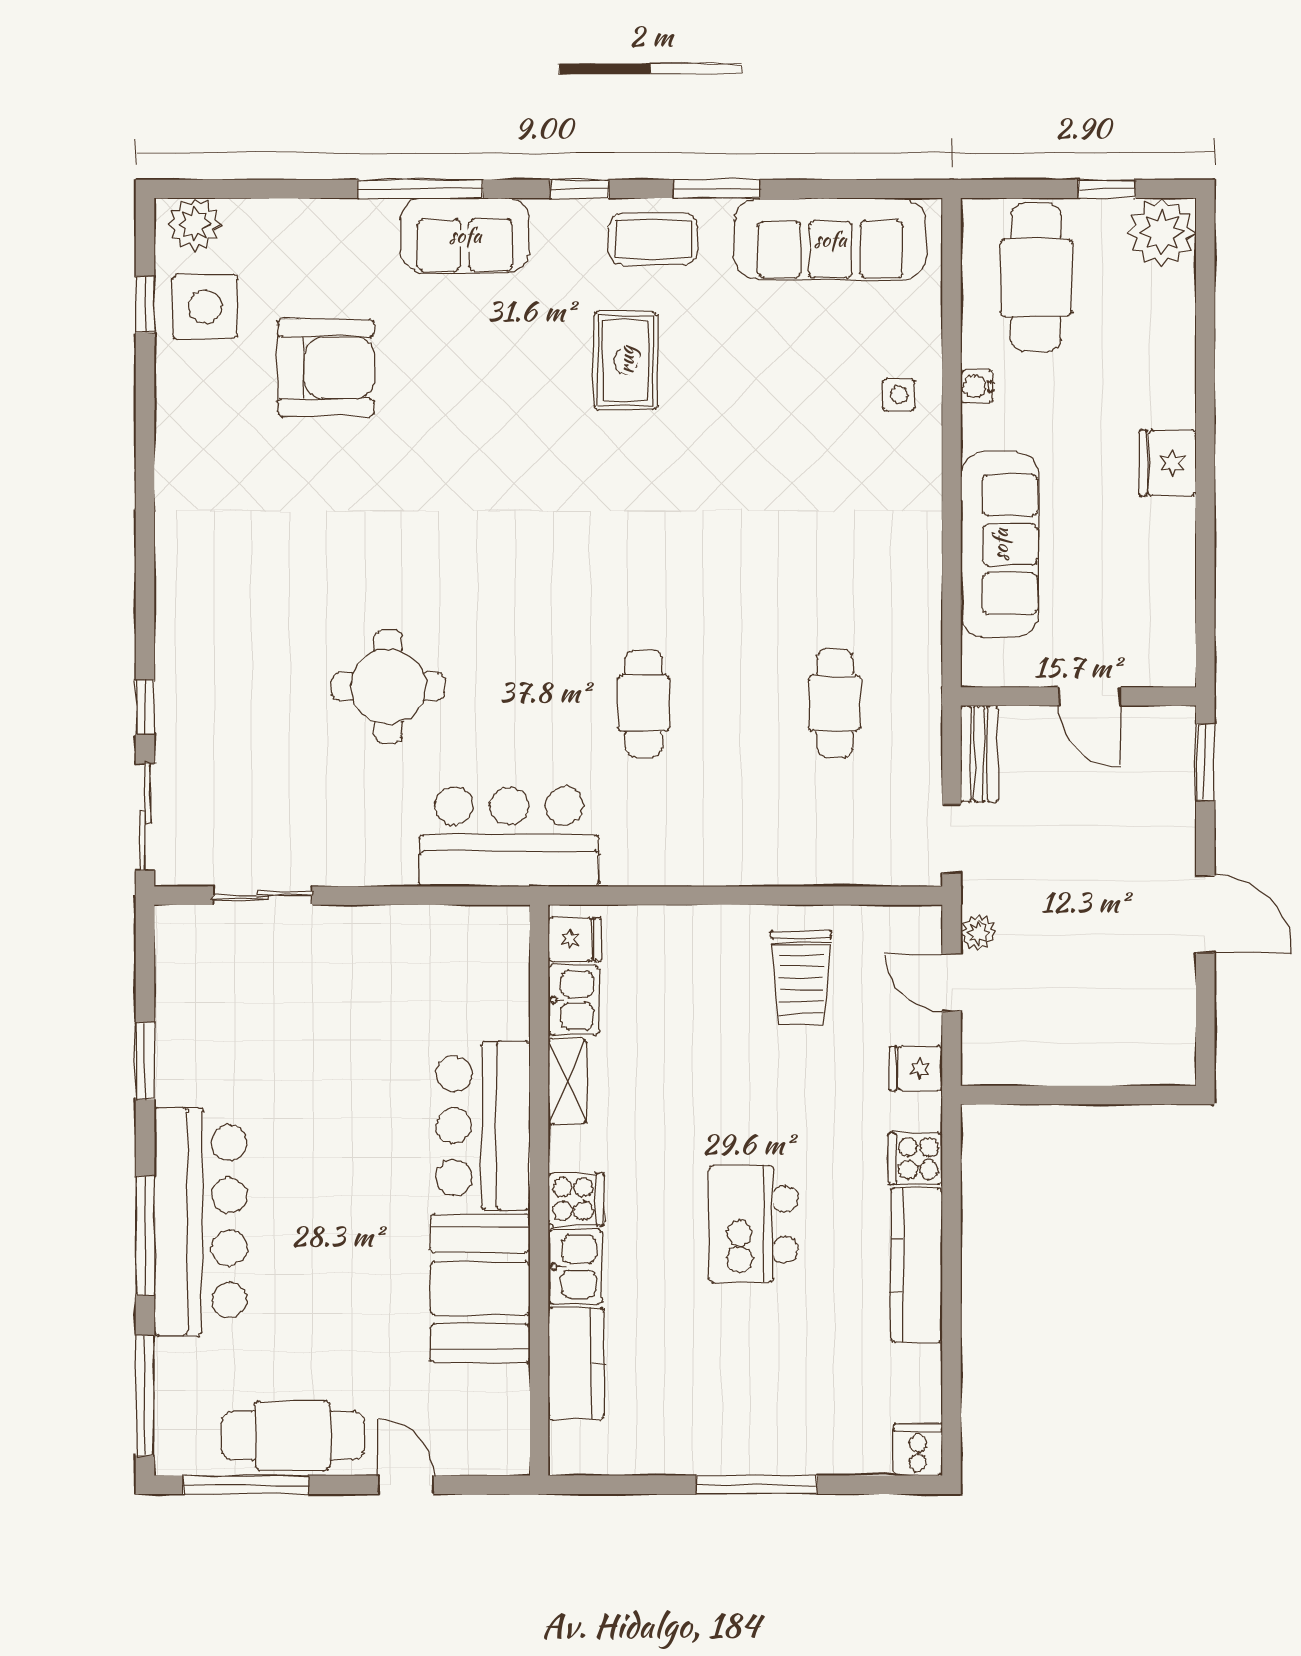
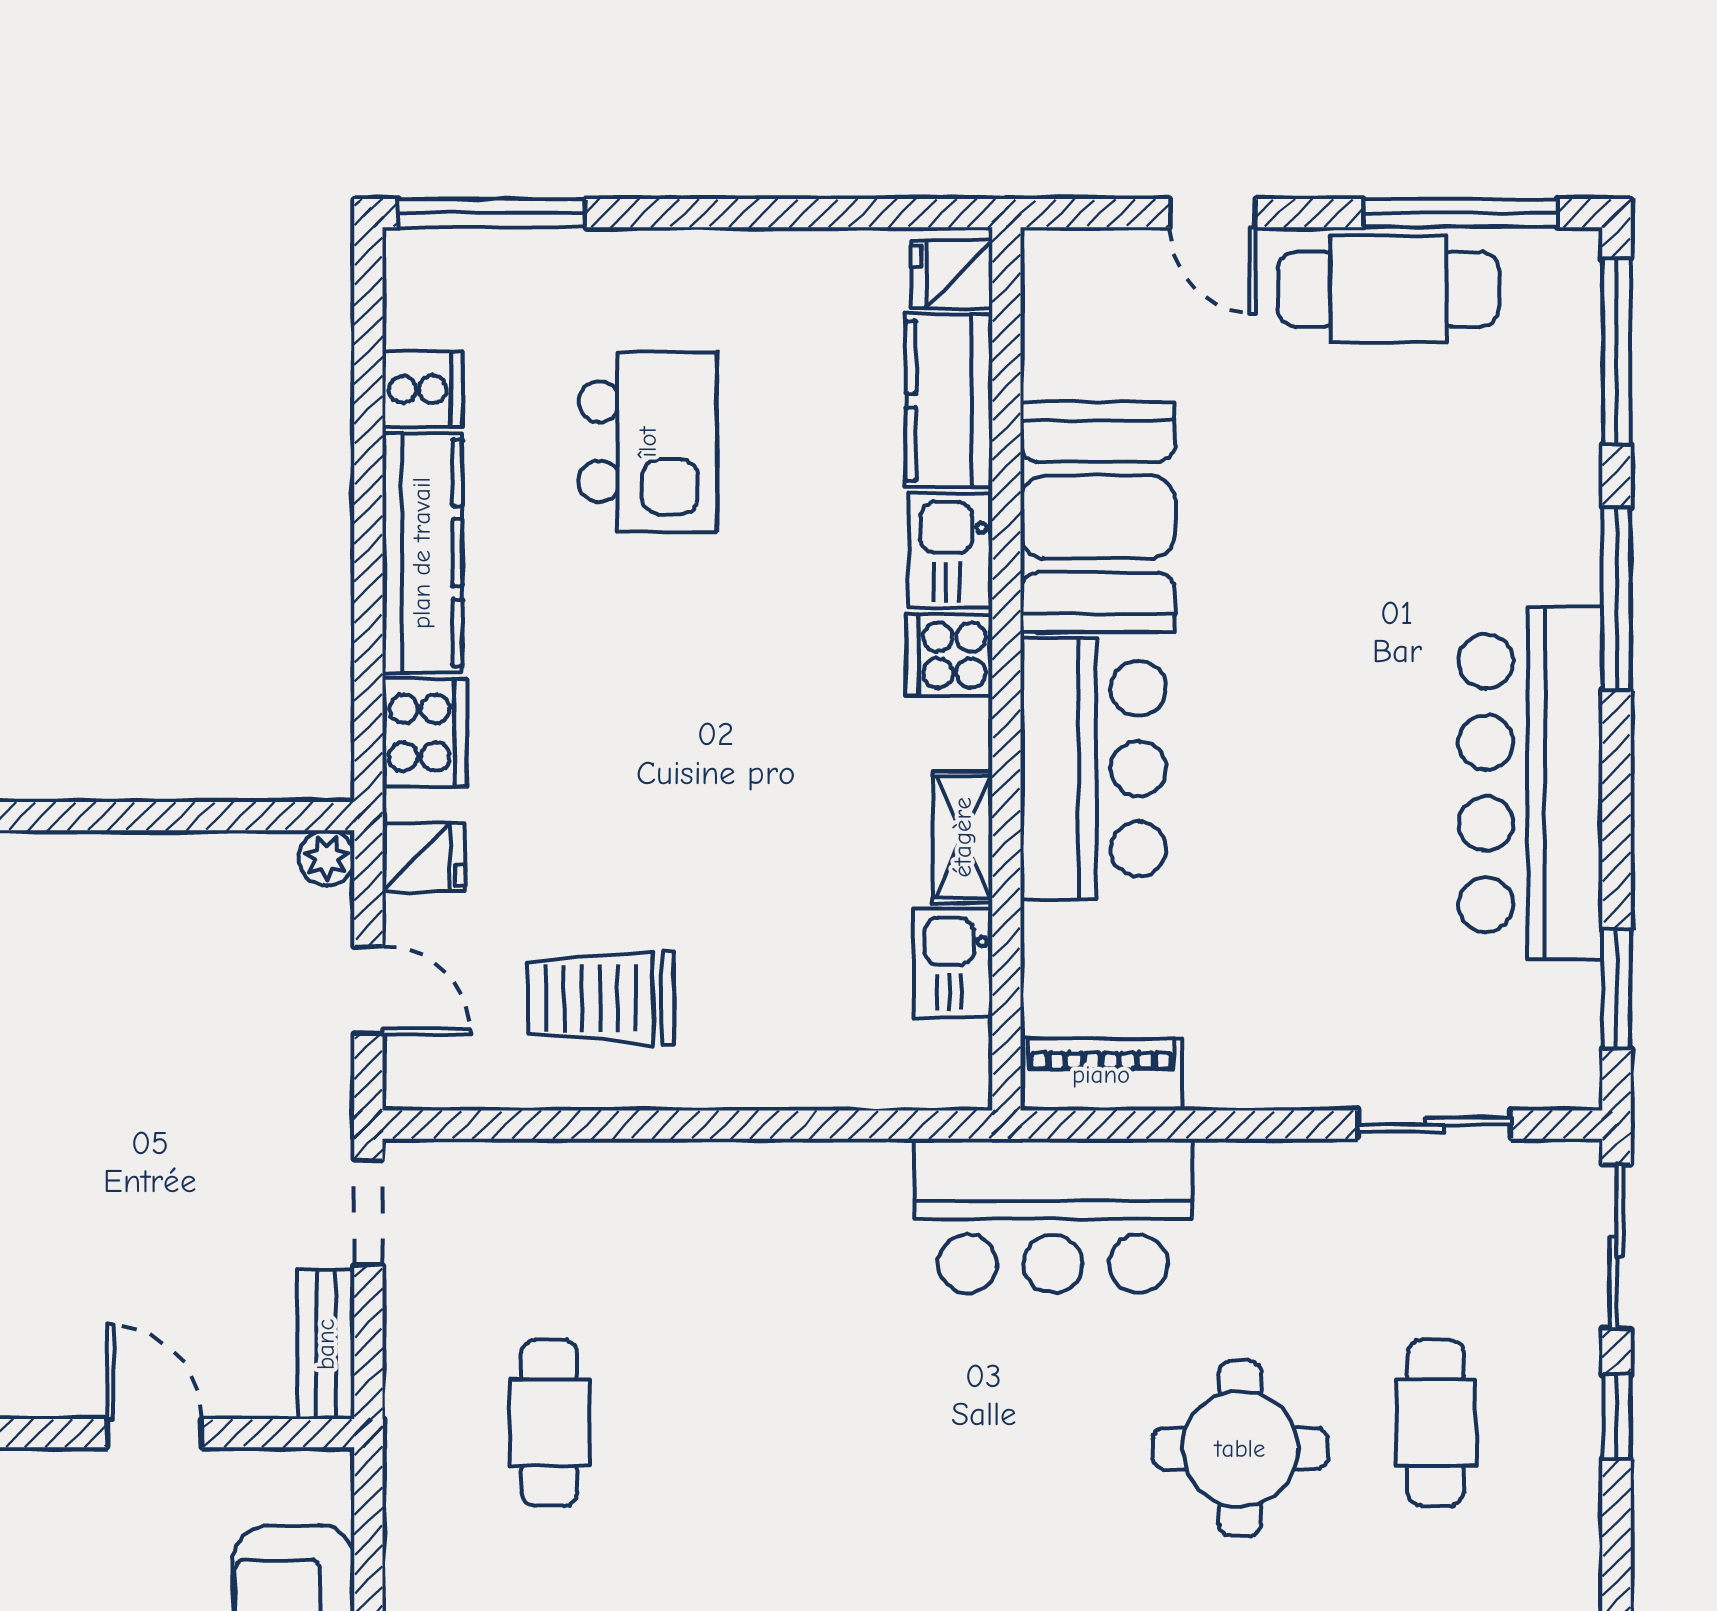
cafe table: (644, 703) -> (1436, 1423), moved
piano: (478, 928) -> (1101, 1075), added
plant: (978, 933) -> (327, 858), moved
fridge: (574, 939) -> (952, 274), moved
trolley: (801, 977) -> (601, 998), turned -90
window: (145, 1061) -> (1617, 989), moved
cooker: (915, 1158) -> (424, 733), width x1.36
bar counter: (201, 1222) -> (1531, 783), moved
kitchen island: (754, 1224) -> (648, 442), moved
cooker: (918, 1450) -> (422, 389), moved, turned -90
window: (757, 1485) -> (492, 213), moved

